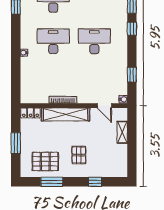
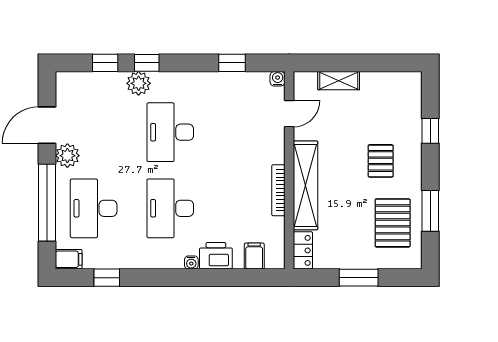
plant: (121, 24) -> (139, 83), added
printer: (28, 66) -> (216, 256), added
filing cabinet: (27, 87) -> (254, 256), added
pallet: (79, 155) -> (381, 161), turned 90

